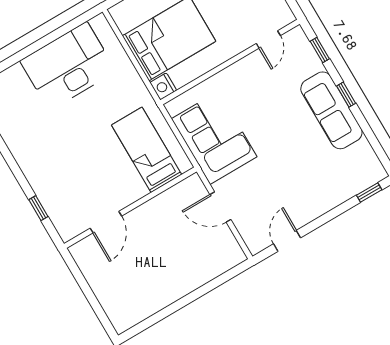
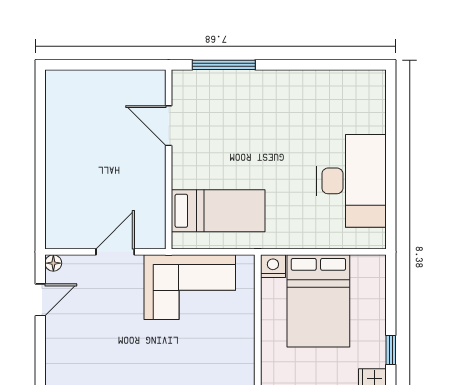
window: (38, 208) -> (224, 65), width x2.17
door: (287, 241) -> (40, 300), hinge flipped
floor lamp: (255, 247) -> (53, 263), added

